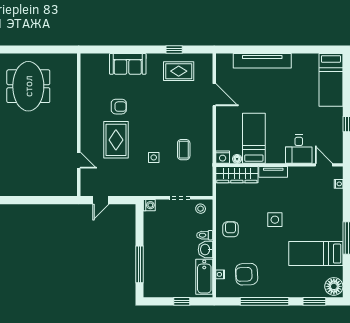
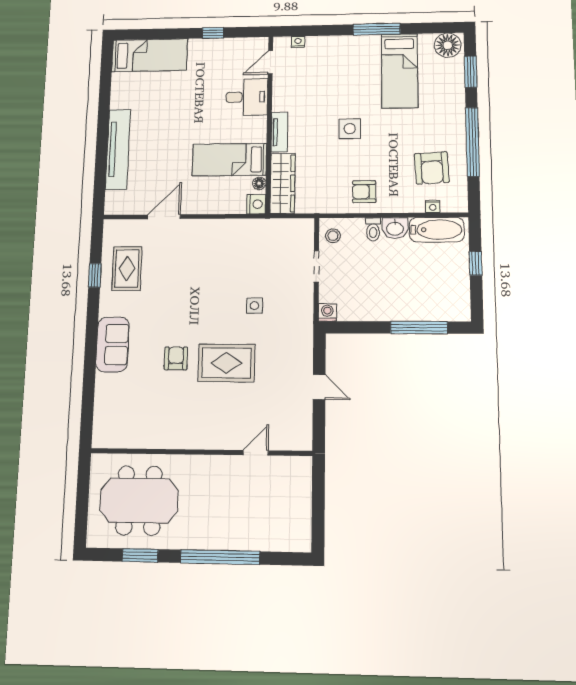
wall: (79, 125) -> (201, 452), moved
coffee table: (184, 150) -> (244, 261), removed
door: (79, 160) -> (256, 453), moved

